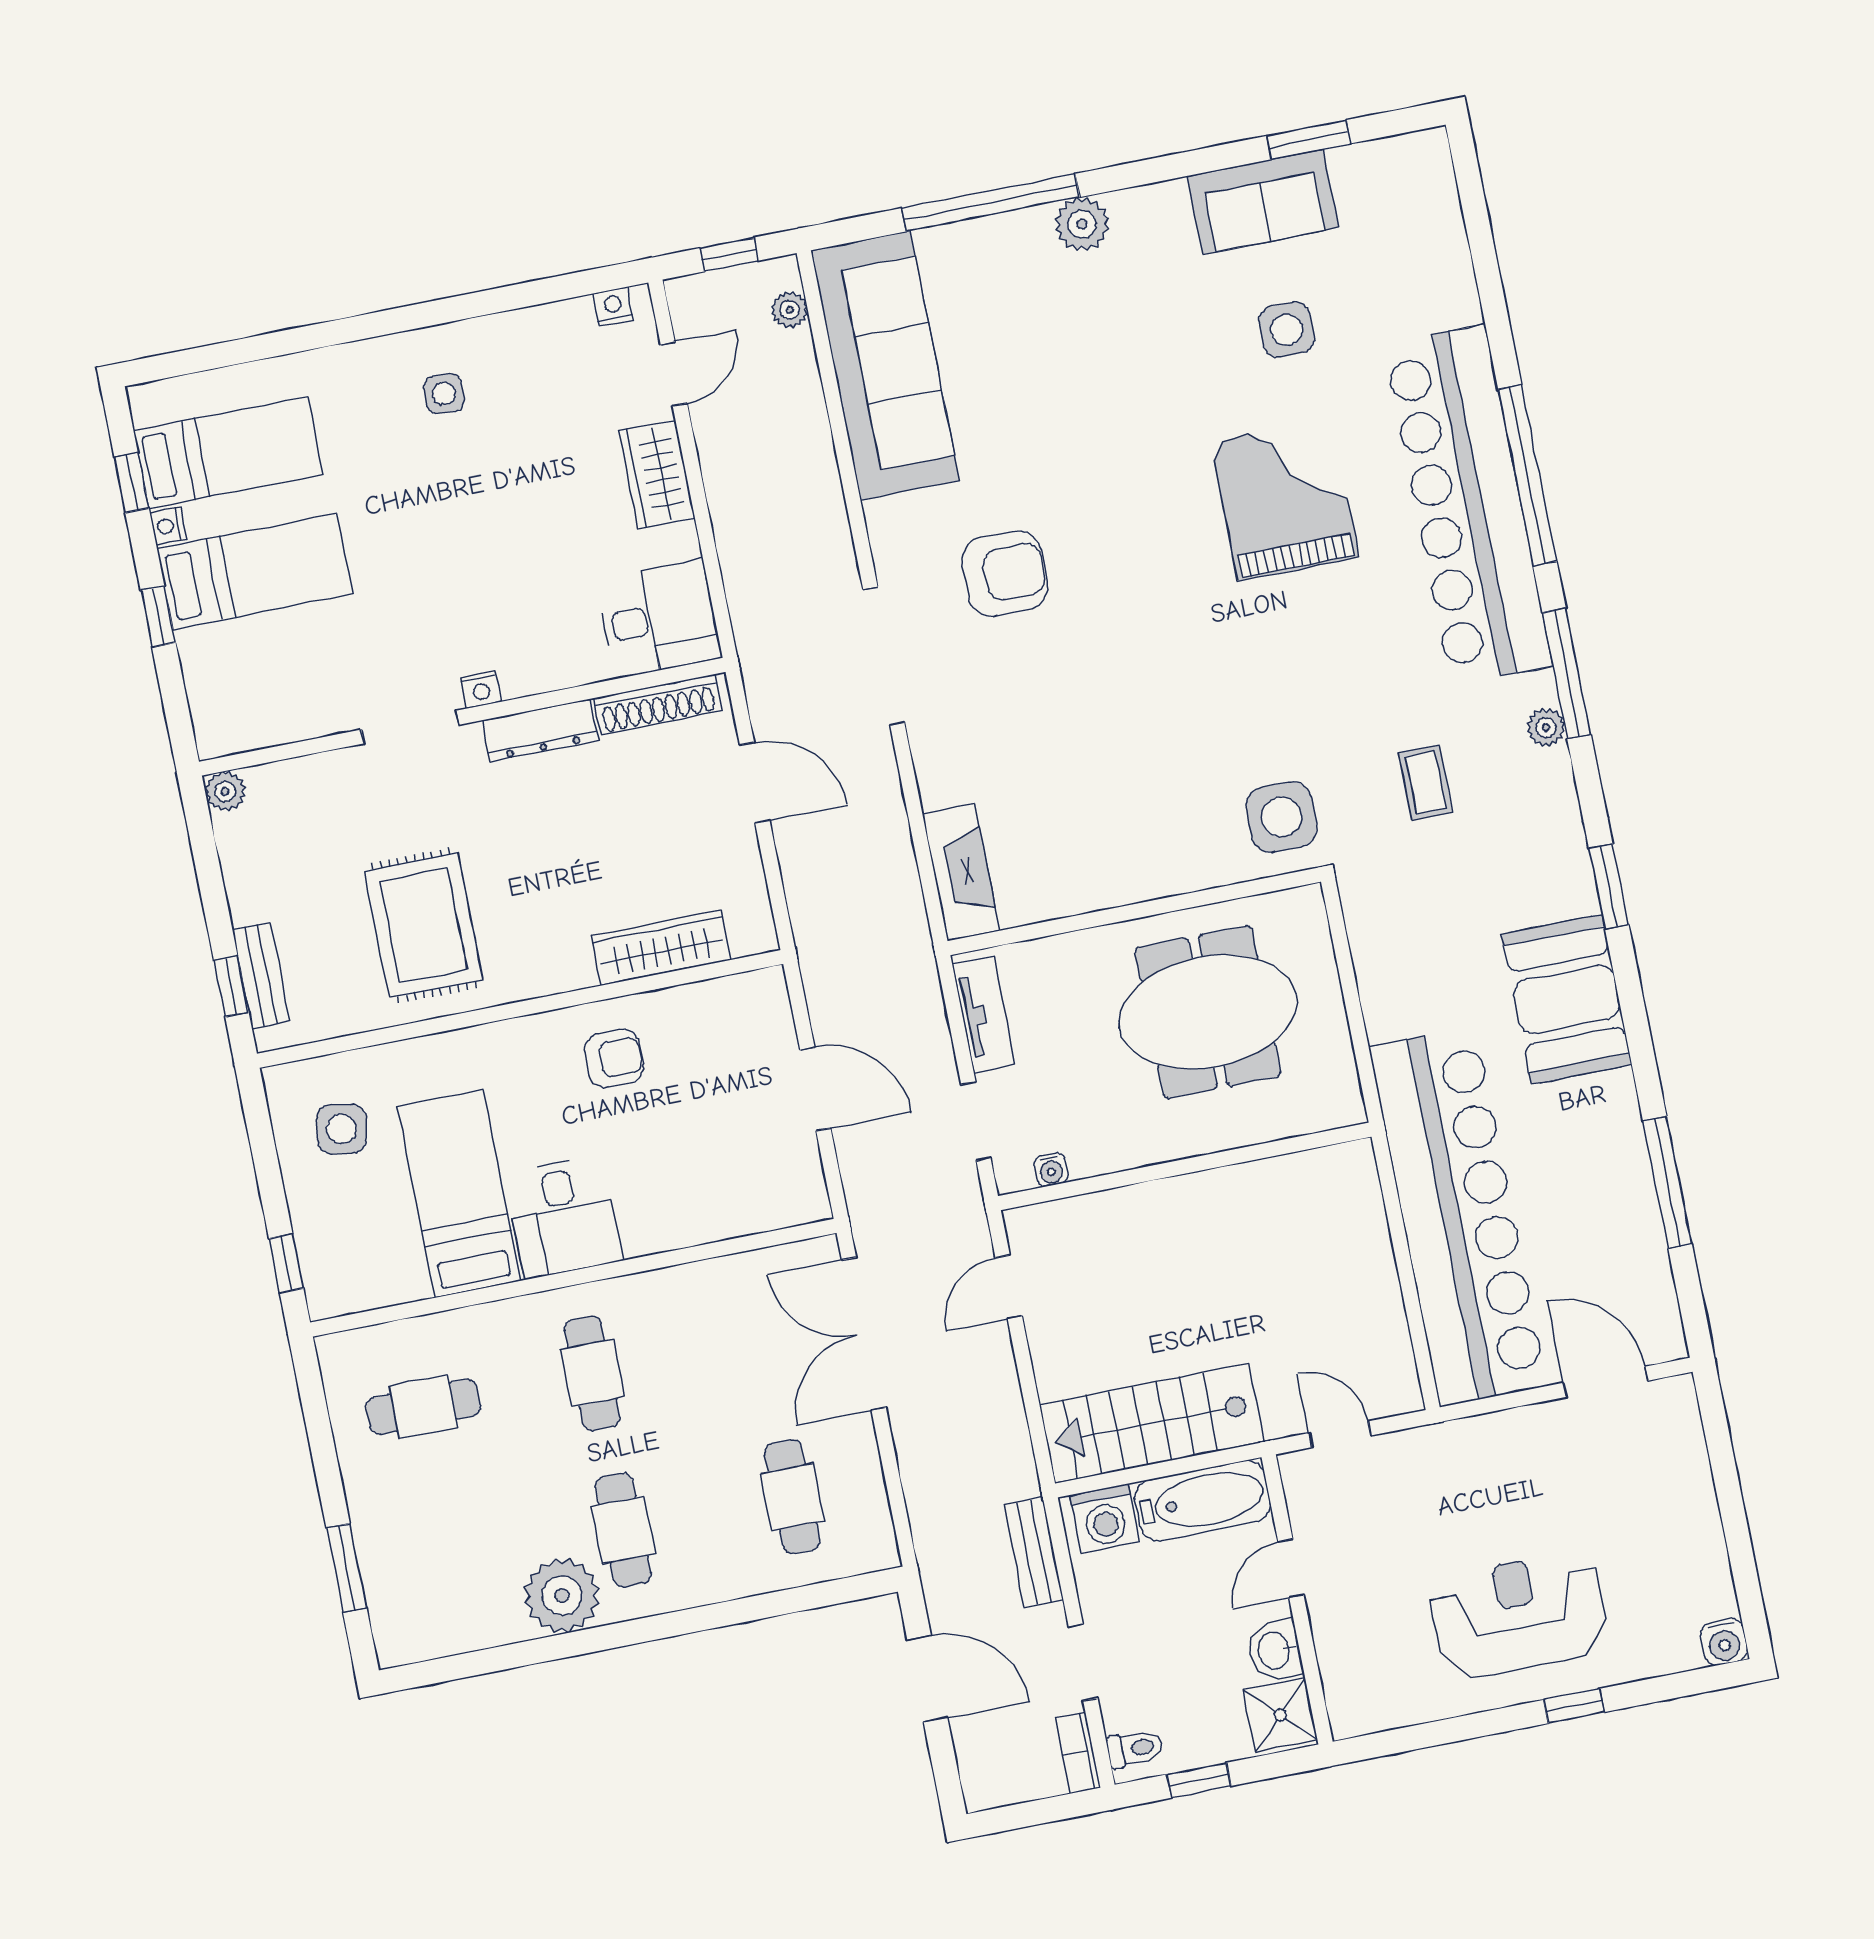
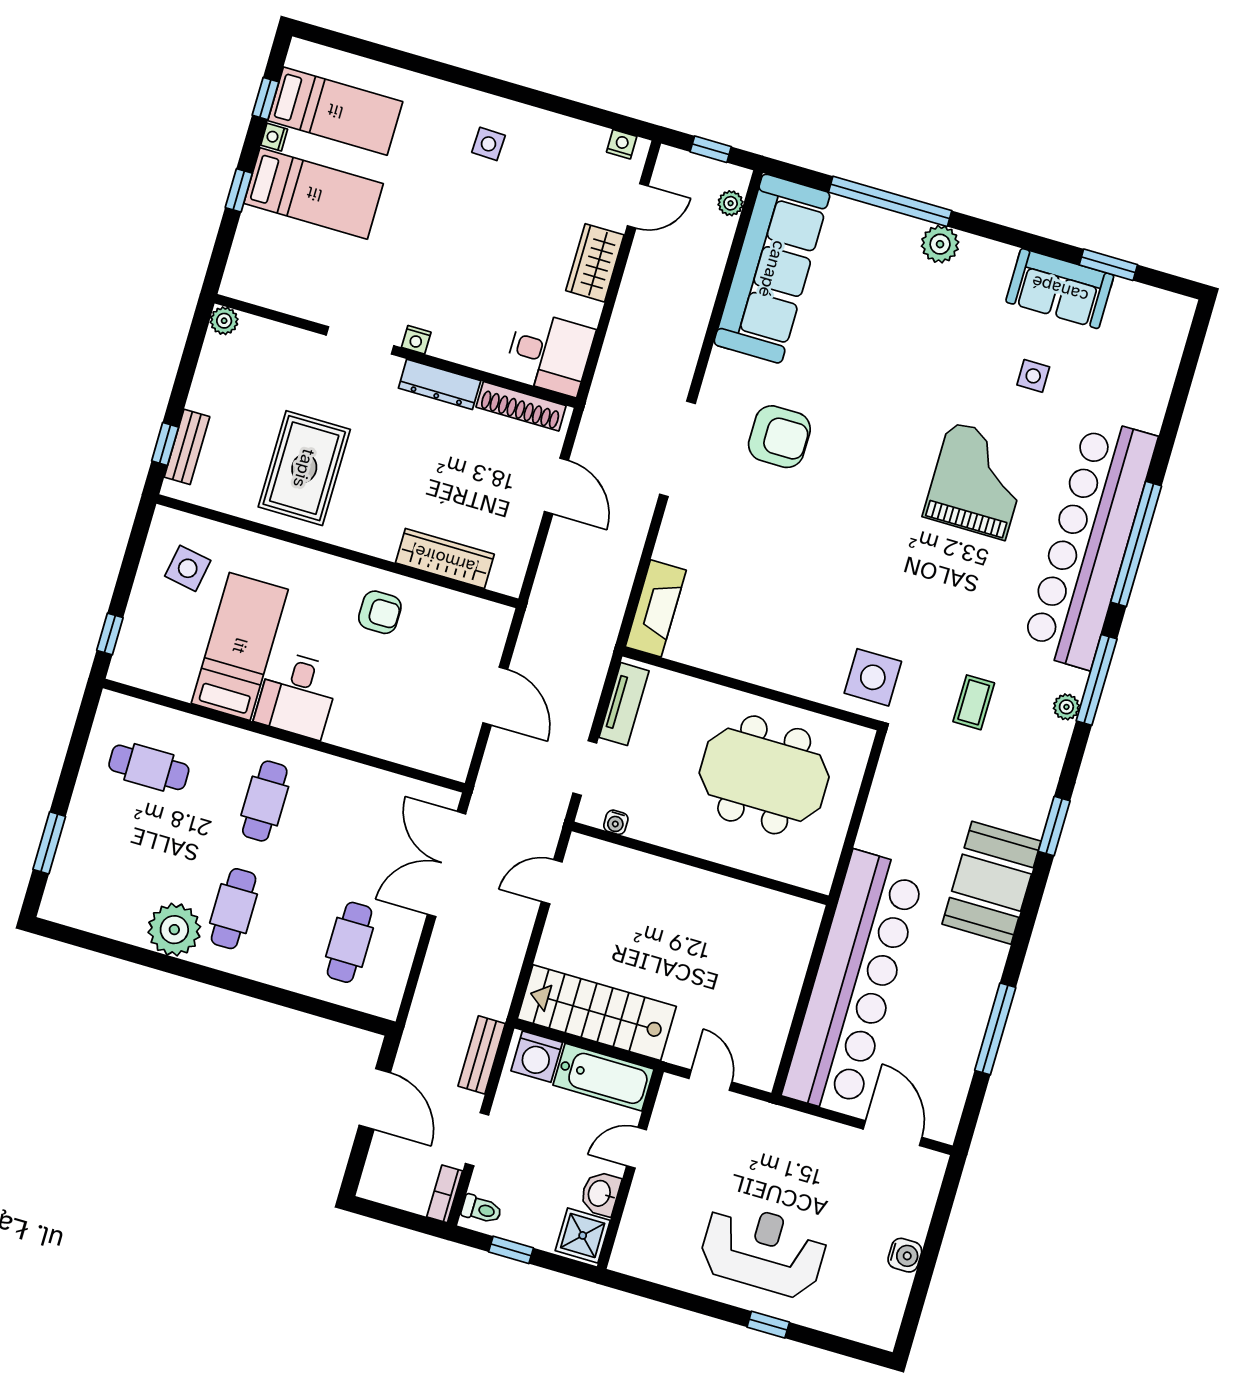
side table: (1287, 330) -> (1033, 376), width x0.73, depth x0.73
water cooler: (1724, 1642) -> (905, 1255), moved, turned -90

